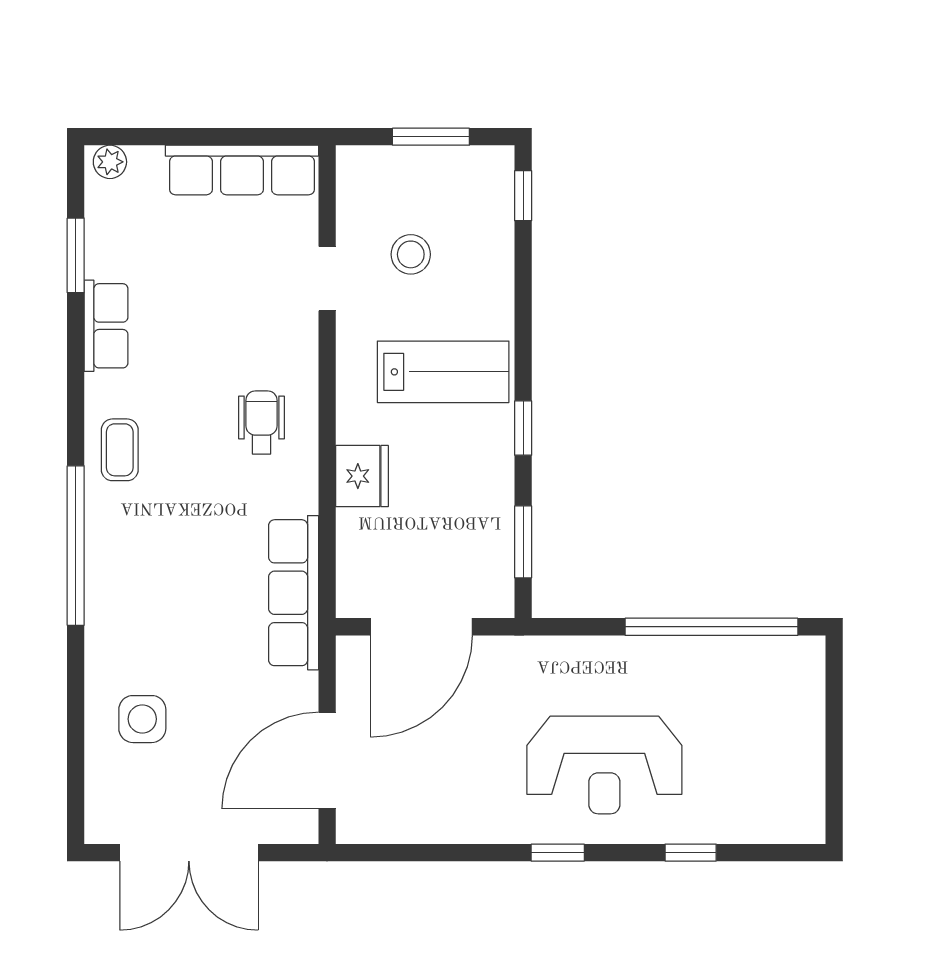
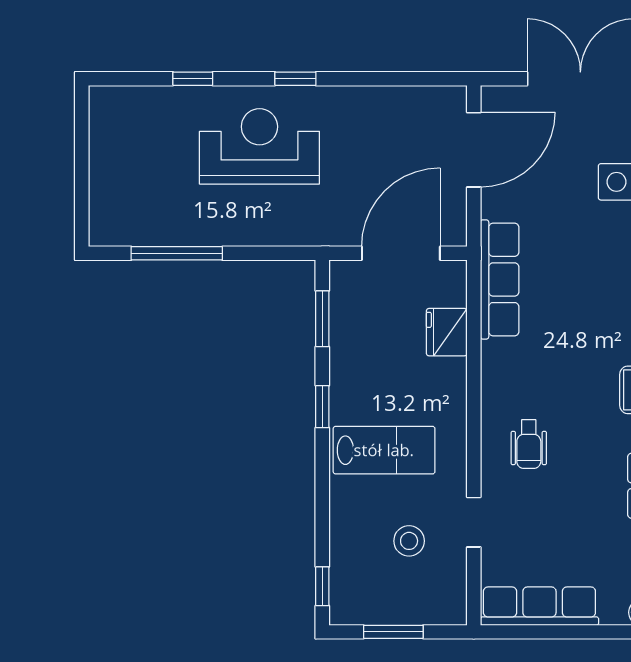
lab bench: (443, 372) -> (384, 450), turned 180
wheelchair: (261, 423) -> (529, 444), moved
fridge: (362, 476) -> (447, 332), moved
window: (711, 627) -> (177, 253), width x0.68

